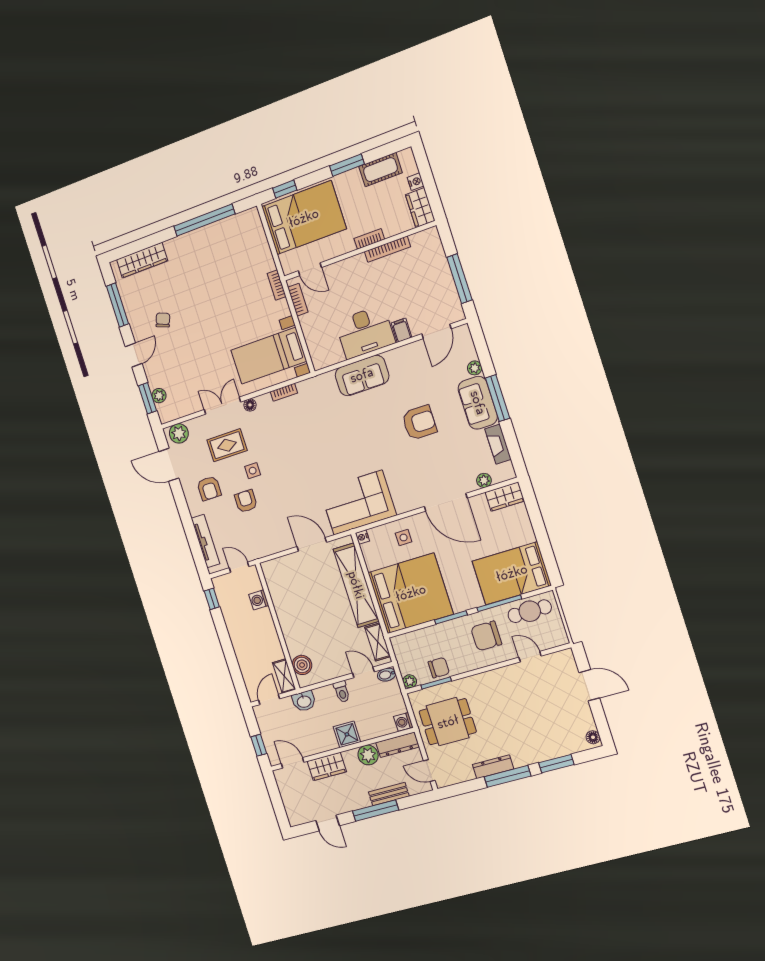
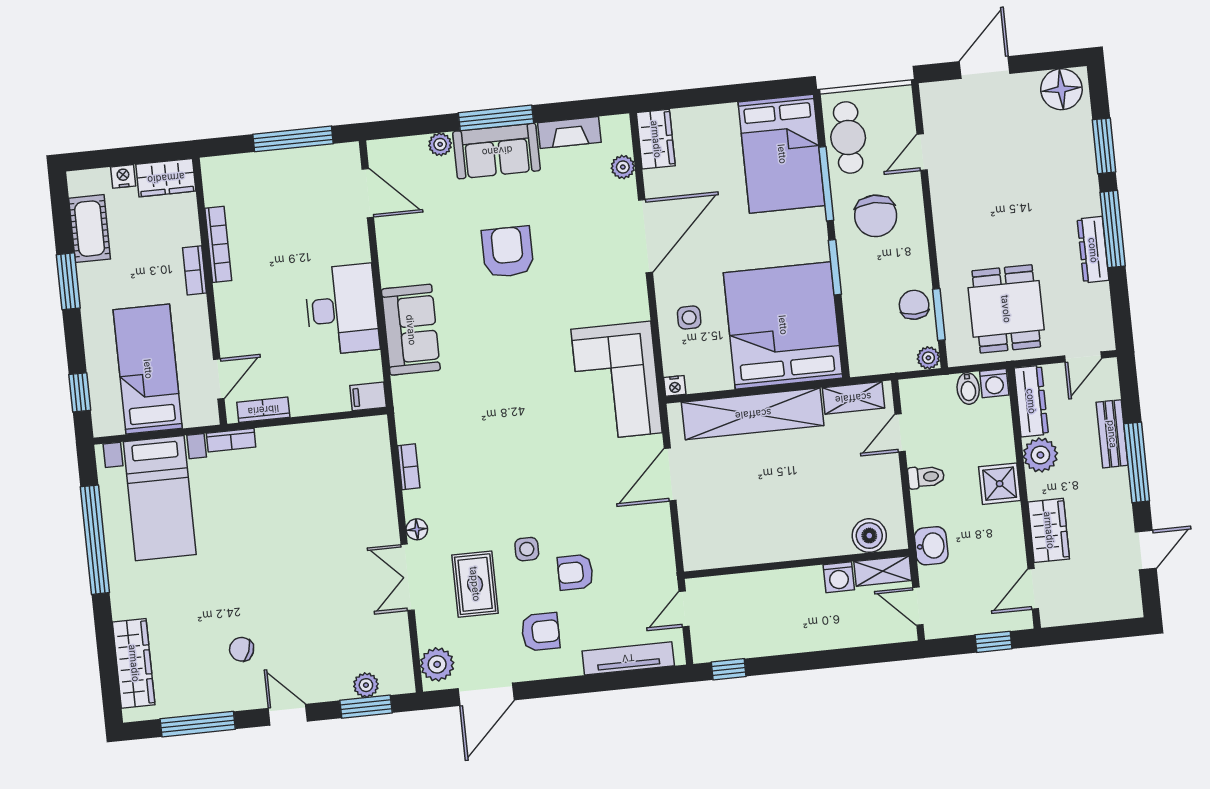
bed: (304, 218) -> (148, 369), width x0.67
filing cabinet: (402, 330) -> (368, 396), moved
bed with nightstands: (269, 356) -> (160, 498), moved
washing machine: (259, 600) -> (839, 577), moved
bidet: (387, 675) -> (968, 388), moved
floor lamp: (593, 737) -> (1061, 89), width x1.89, depth x1.89

